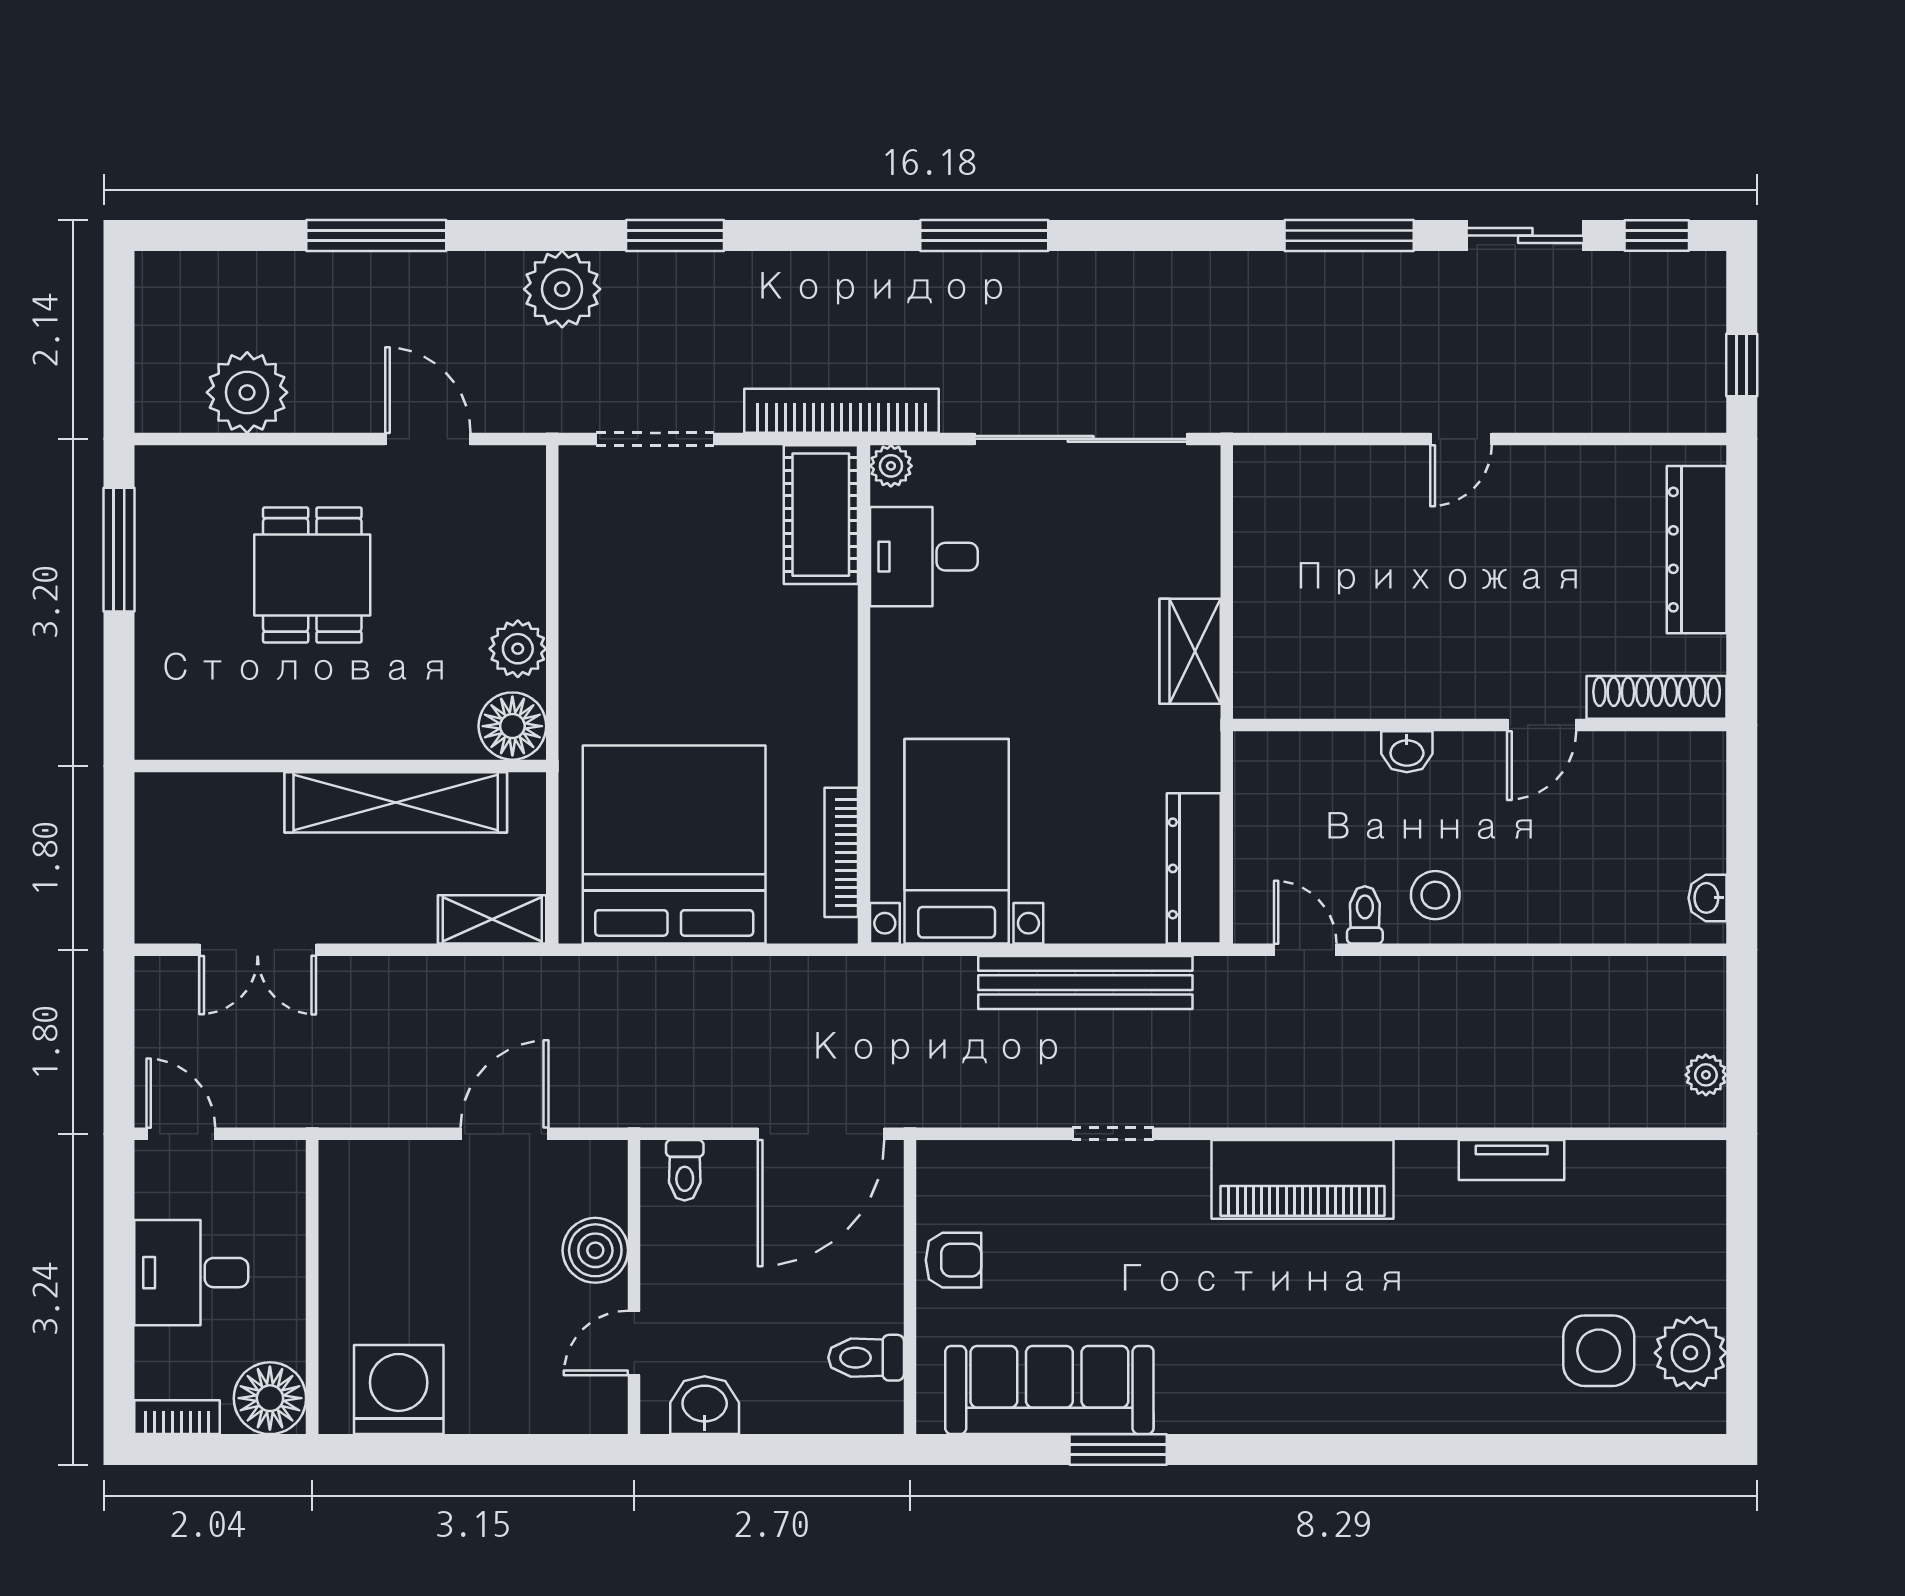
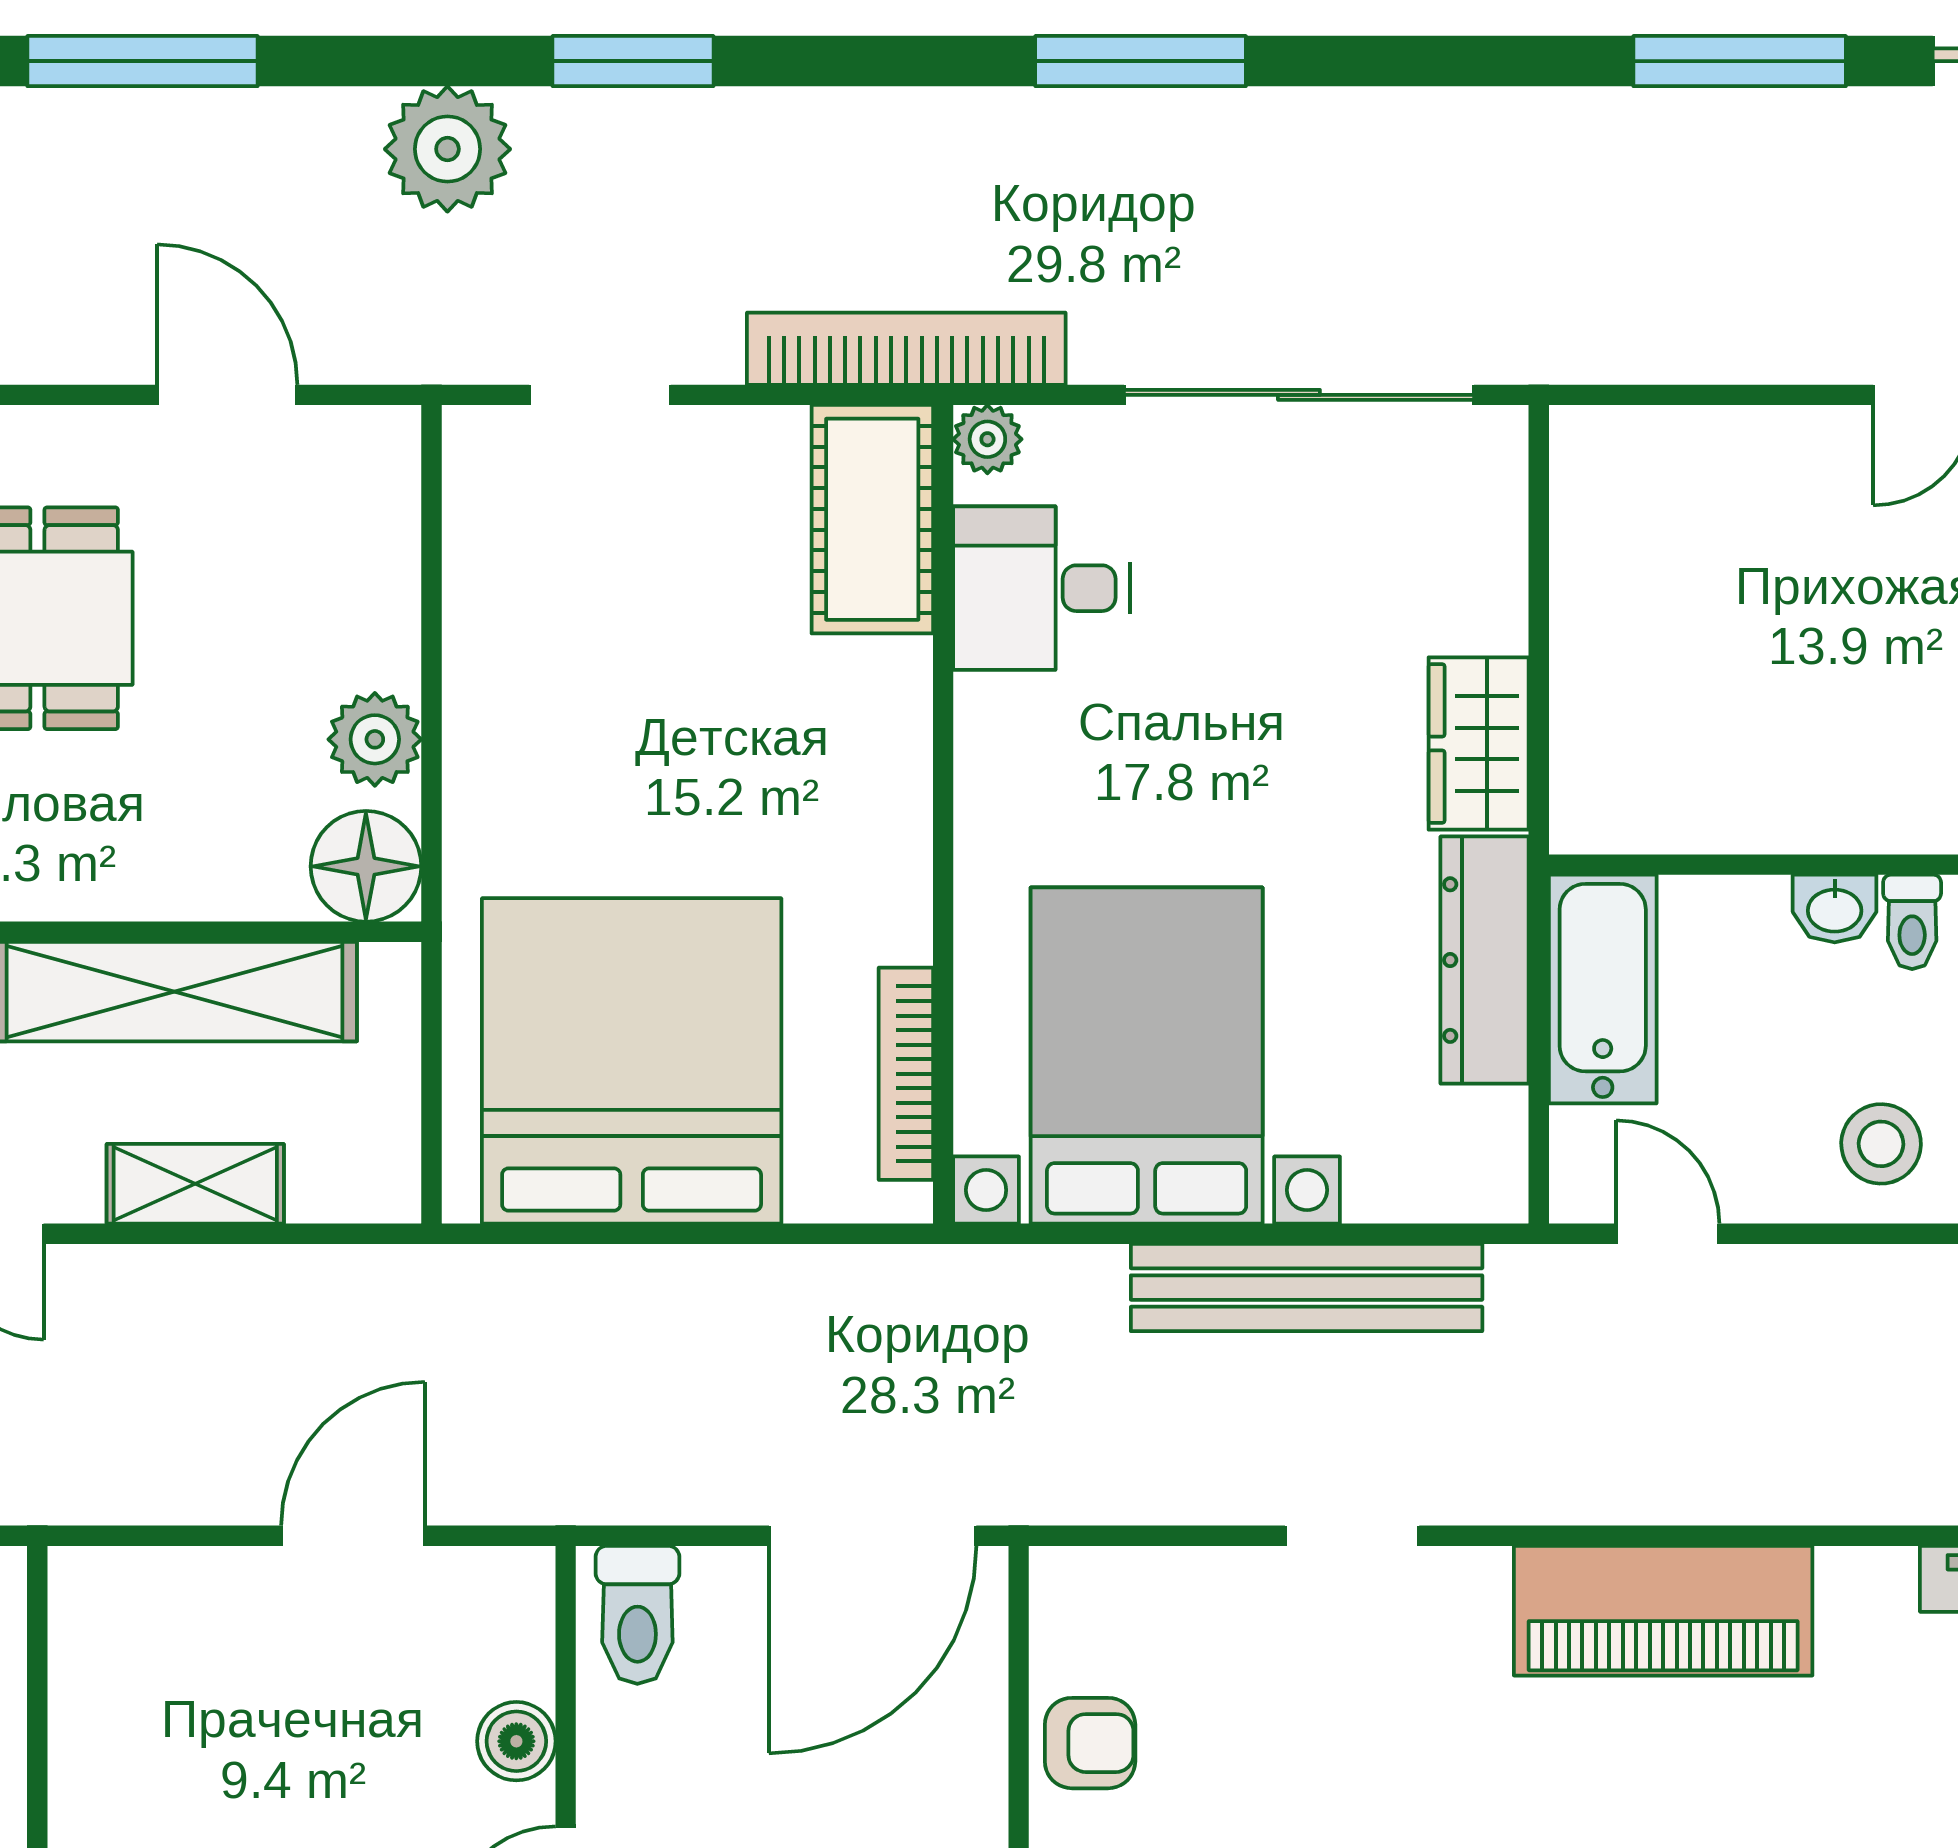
doorway: (655, 439) -> (600, 395), width x0.73
bathtub: (1266, 801) -> (1603, 989), added
bed with nightstands: (957, 841) -> (1147, 1056), width x1.36
dresser: (1194, 868) -> (1485, 960), moved
toilet: (1365, 915) -> (1912, 922), moved, turned 180
shelving: (492, 919) -> (195, 1184), moved
toilet: (685, 1170) -> (637, 1615), width x1.37, depth x1.39
boiler: (595, 1250) -> (516, 1741), width x0.73, depth x0.73

